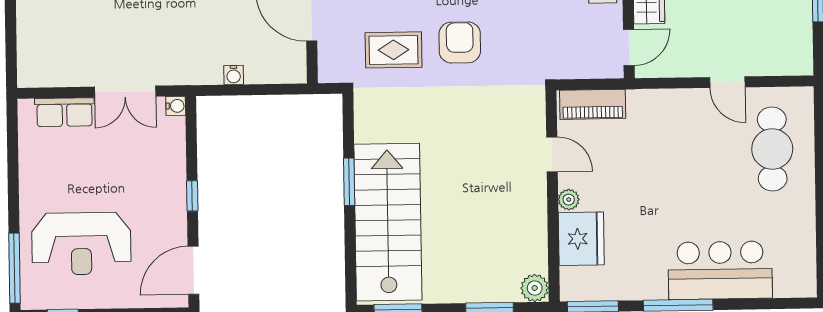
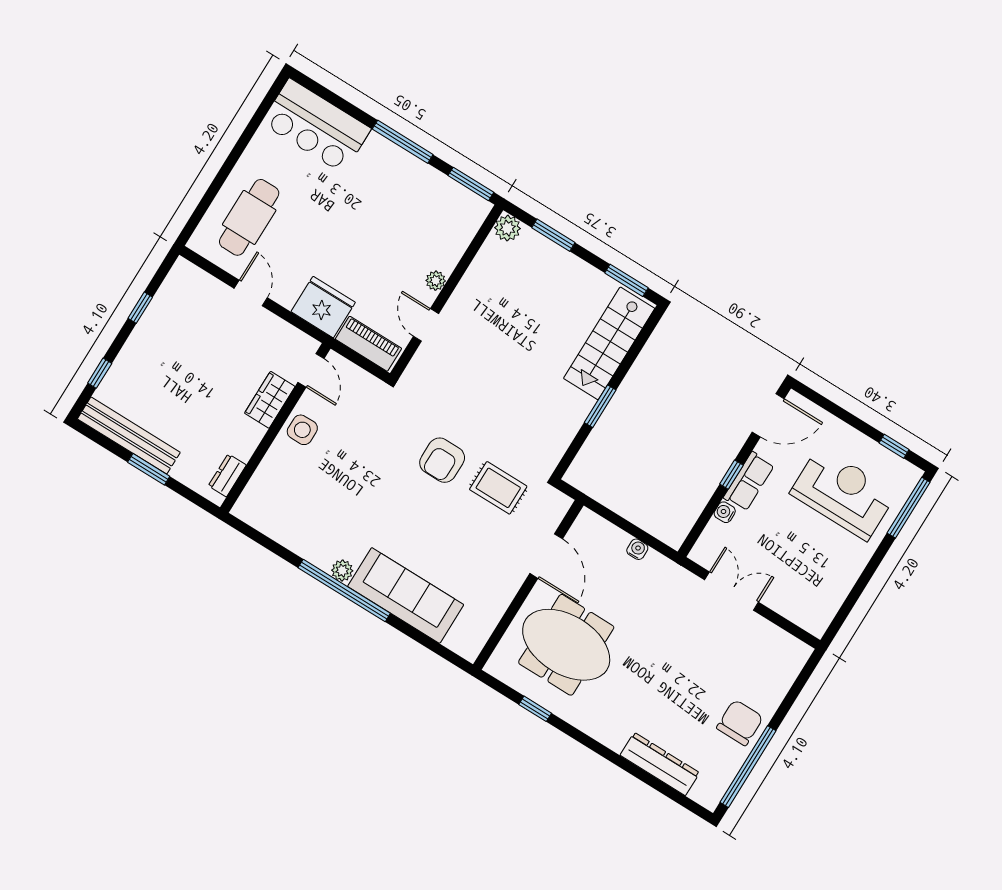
door: (629, 48) -> (311, 370), swing flipped
water cooler: (176, 106) -> (725, 512), moved
row of seats: (64, 112) -> (749, 481), moved, turned 90
stairs: (388, 222) -> (609, 343), width x0.73, depth x0.66
fridge: (581, 239) -> (323, 307), moved, turned 90
bar counter: (720, 270) -> (316, 126), moved

